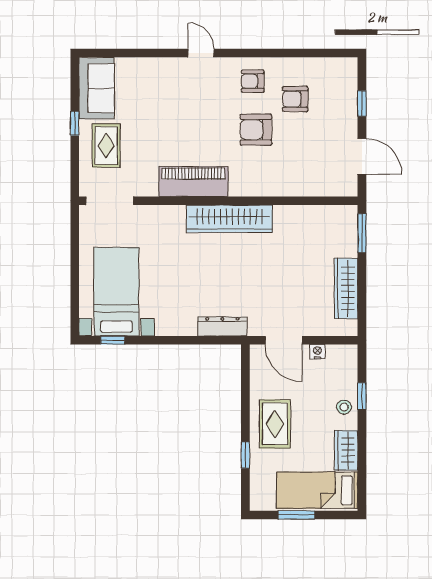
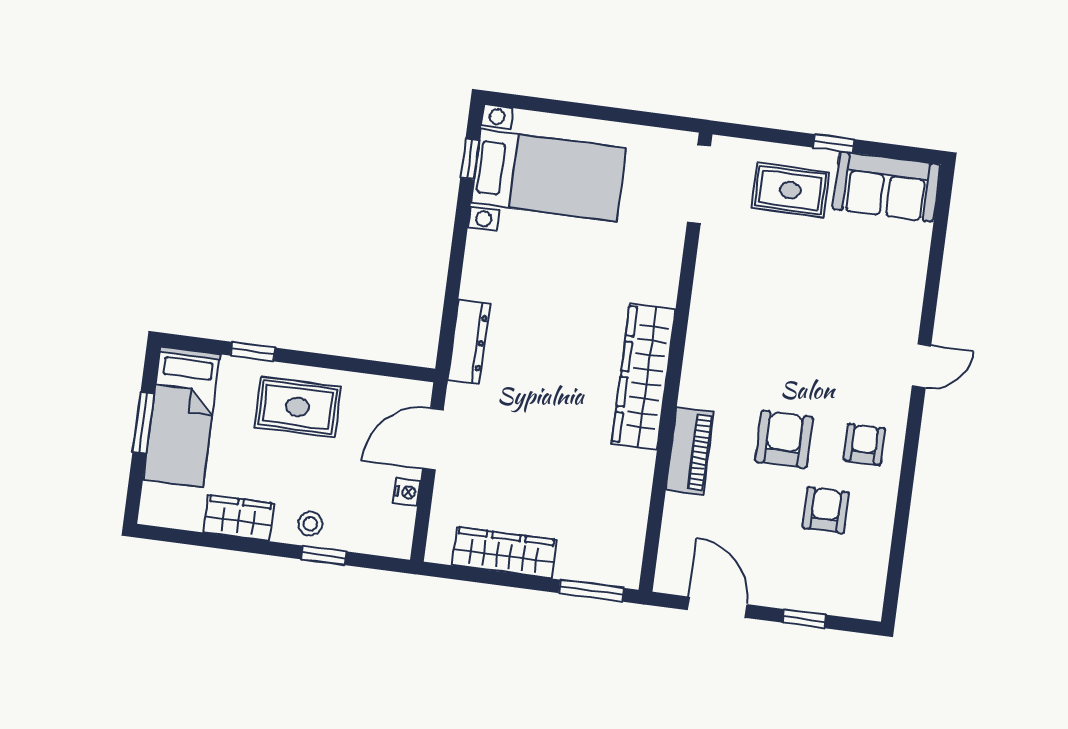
door: (362, 156) -> (717, 607), swing flipped
piano: (193, 182) -> (690, 451), moved, width x0.73, depth x0.75
bed: (317, 490) -> (182, 417), moved, turned 180

